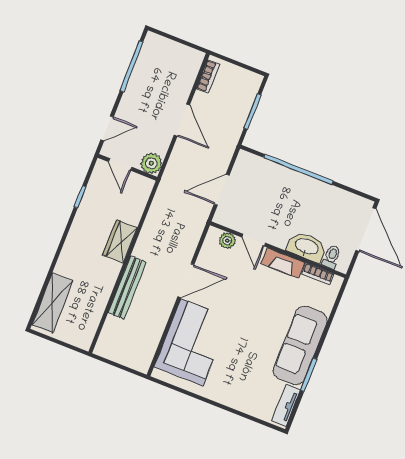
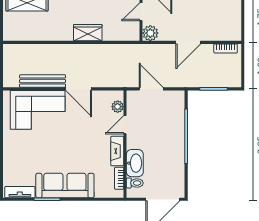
bench: (127, 287) -> (43, 81), moved

